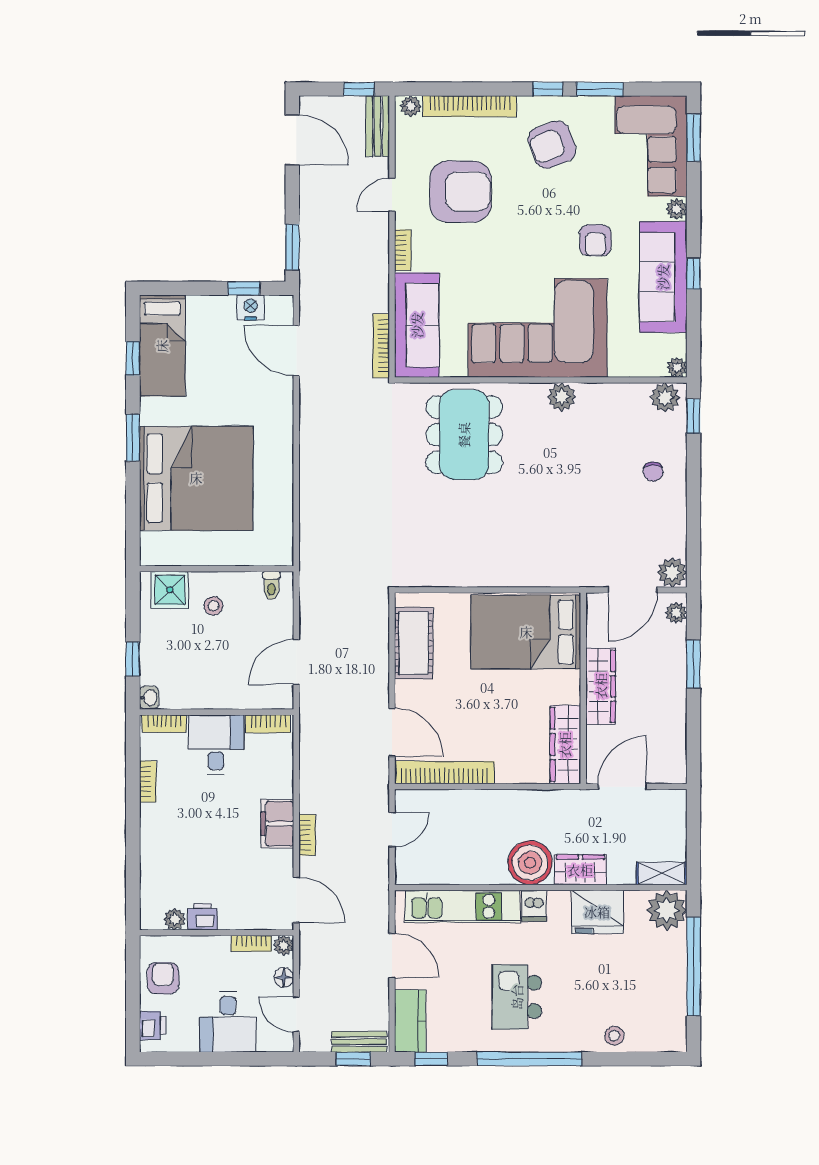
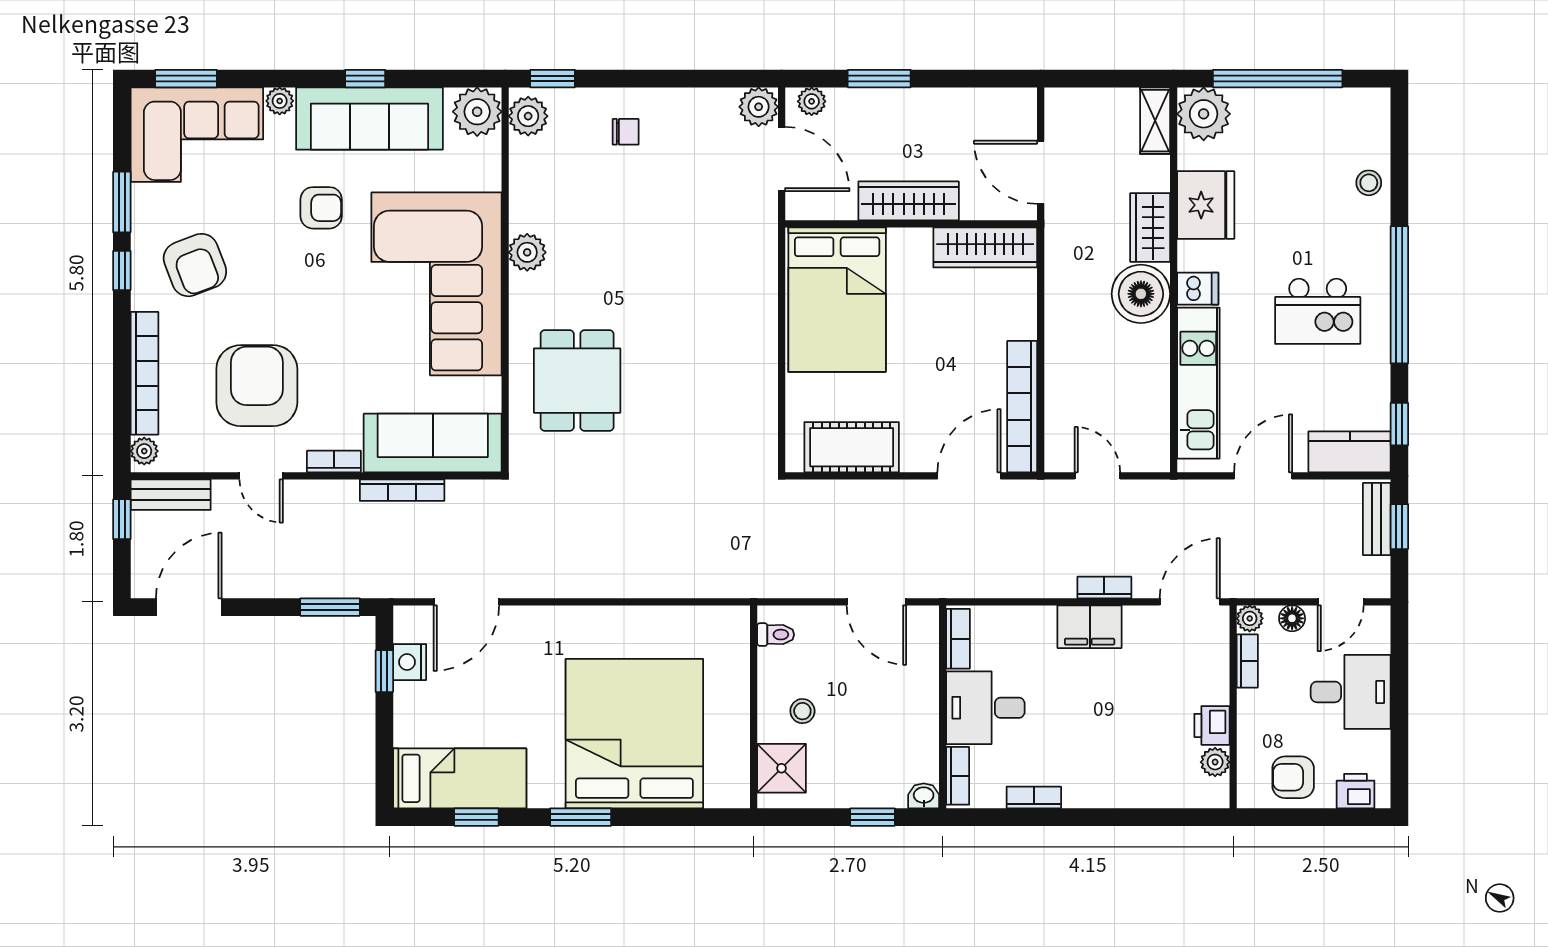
bookcase: (381, 346) -> (402, 490), moved
plant: (677, 367) -> (477, 112), width x1.87, depth x1.87
dining table: (464, 435) -> (577, 381), width x0.73

